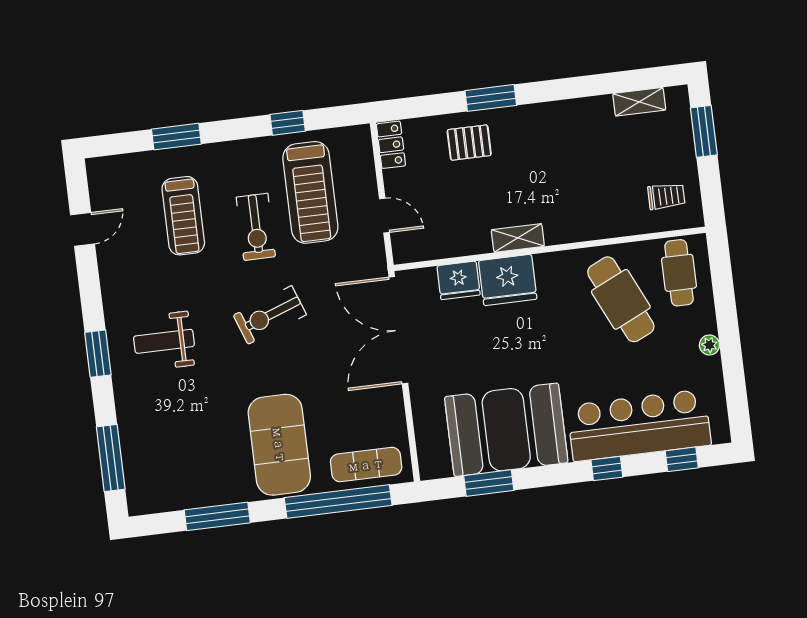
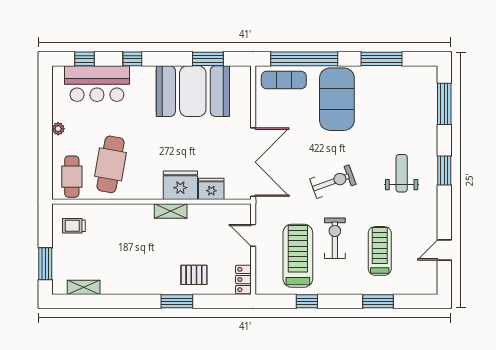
cafe table: (621, 299) -> (111, 164), turned 35
weight bench: (164, 341) -> (402, 173), turned -90
bar counter: (639, 425) -> (97, 84), width x0.73

